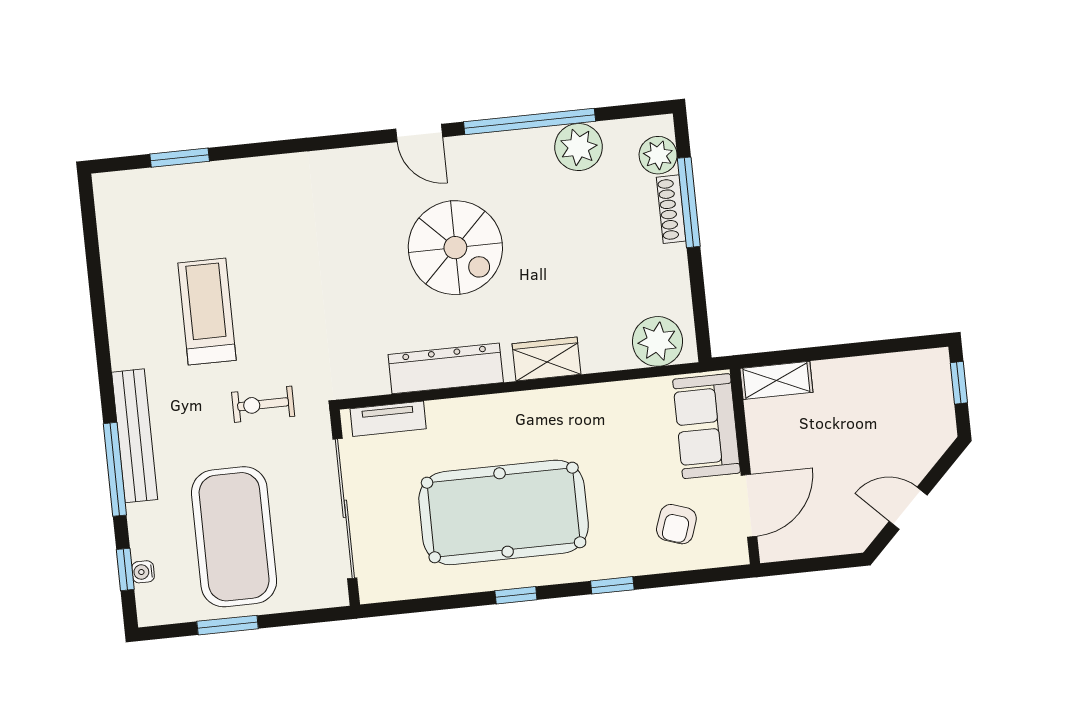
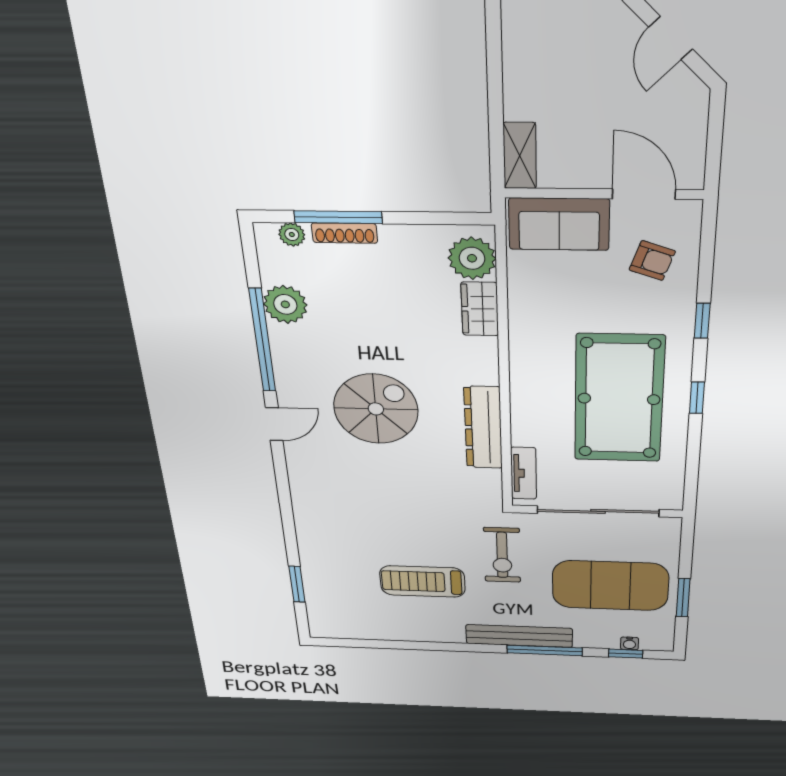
plant: (658, 155) -> (292, 235), width x0.73, depth x0.73
wardrobe: (546, 359) -> (480, 309), moved
exercise bike: (263, 404) -> (502, 555), width x1.38, depth x1.39

